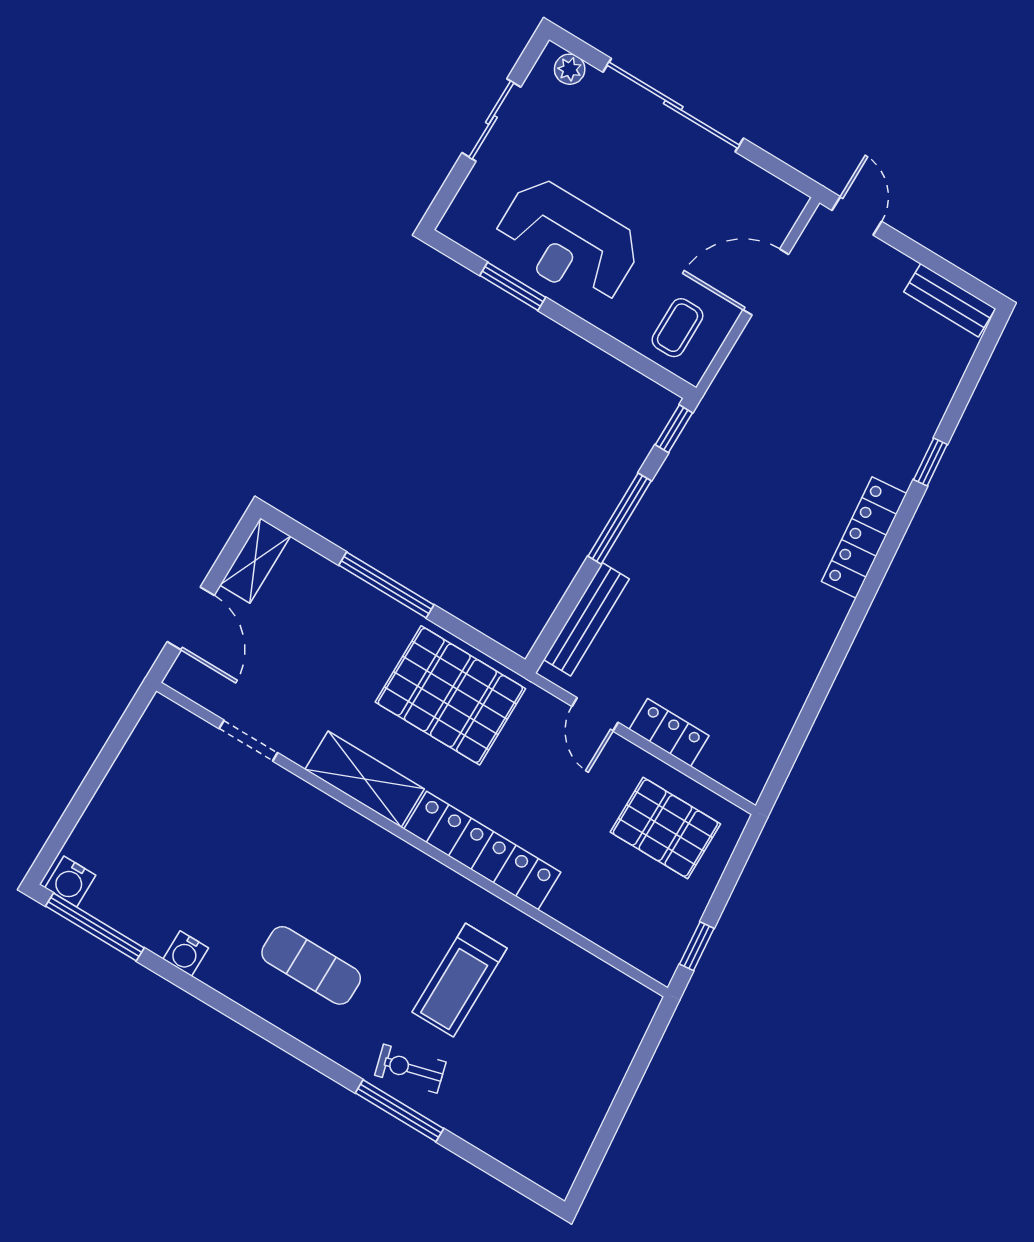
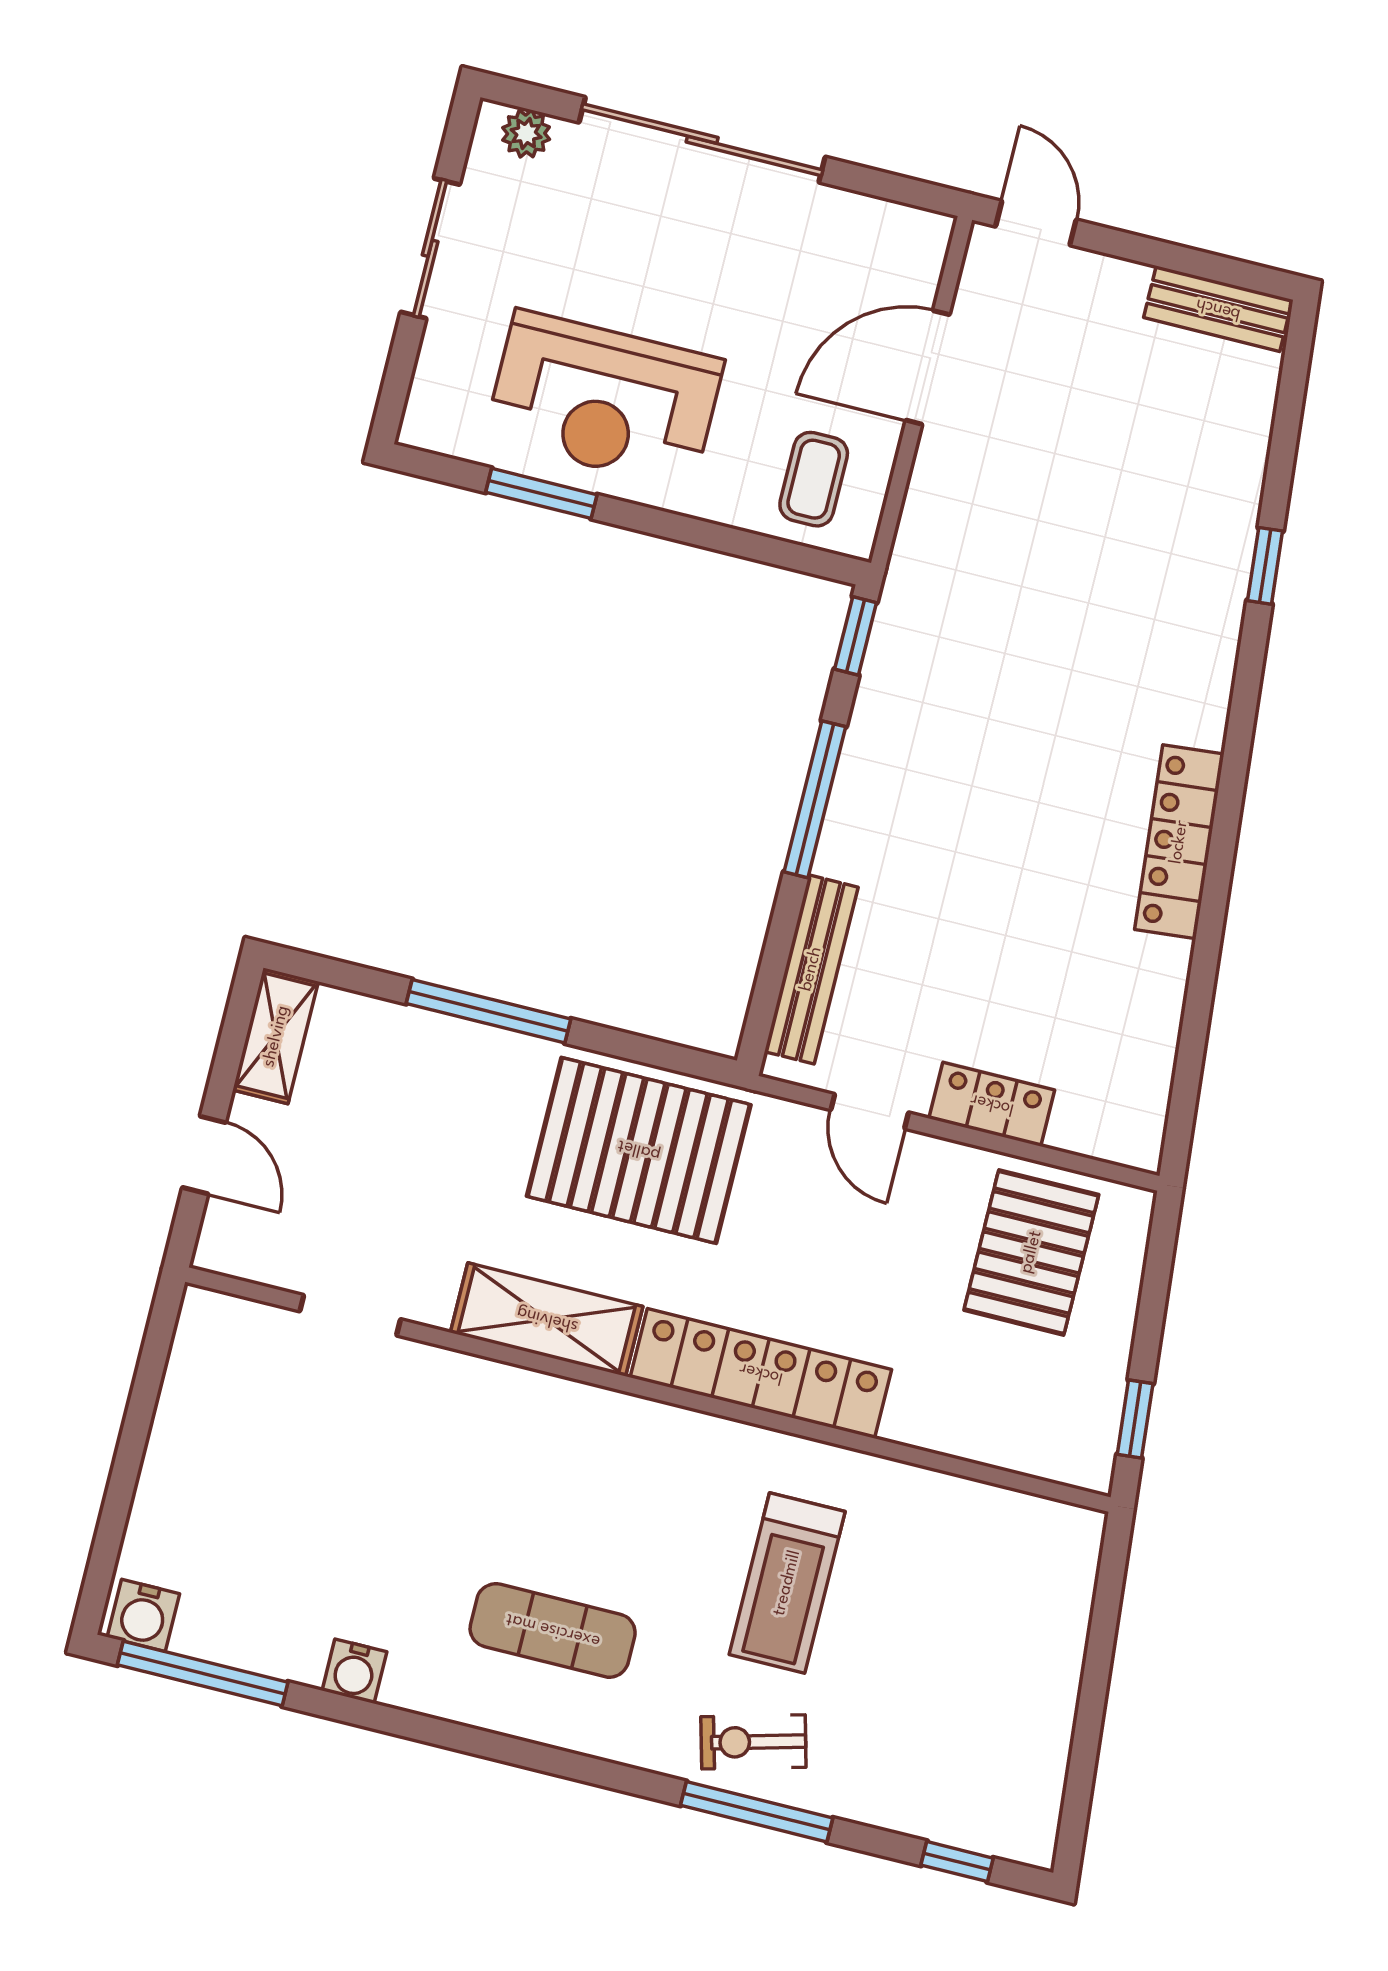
locker: (864, 538) -> (1179, 842), moved
door: (191, 619) -> (204, 1155), width x0.73
pallet: (665, 828) -> (1031, 1252), turned 90
window: (510, 1177) -> (957, 1862), added

